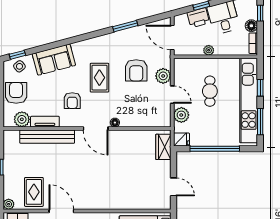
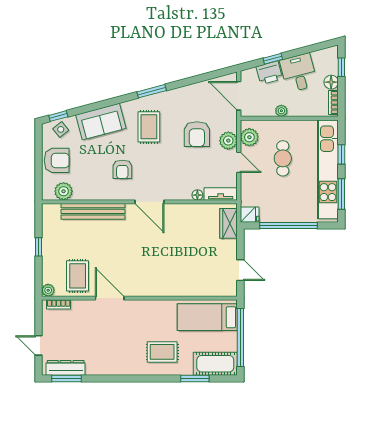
window: (125, 26) -> (152, 91), moved
rug: (99, 78) -> (149, 127), moved
armchair: (16, 93) -> (57, 160), turned 90
plant: (181, 115) -> (249, 137), moved
tv unit: (45, 122) -> (221, 194), moved
floor lamp: (115, 123) -> (197, 195), moved

